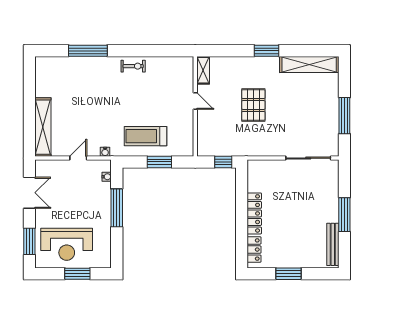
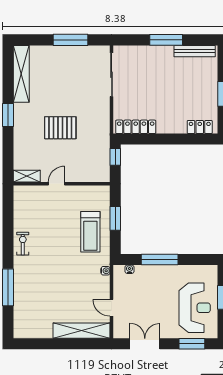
door: (78, 158) -> (112, 308), moved
locker: (254, 213) -> (136, 127), moved

